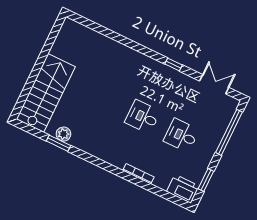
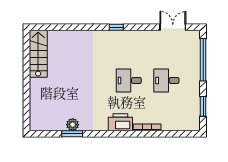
window: (174, 65) -> (116, 27), moved
stairs: (46, 93) -> (38, 54), moved, width x0.73, depth x0.66
printer: (183, 189) -> (120, 122), moved

